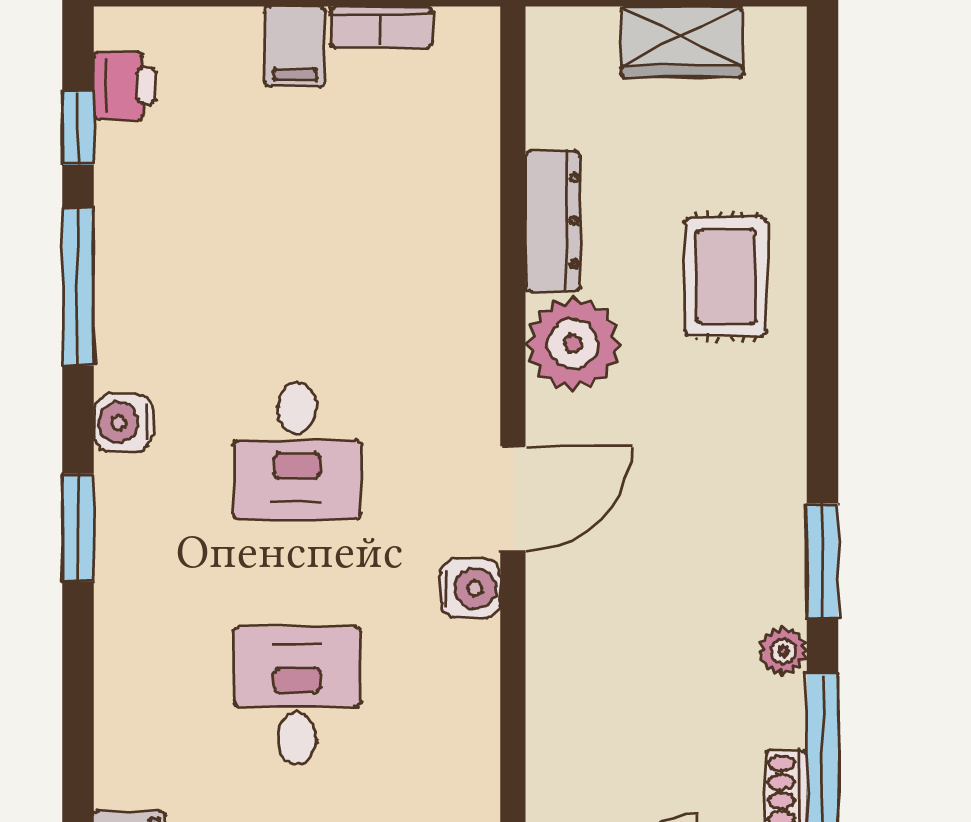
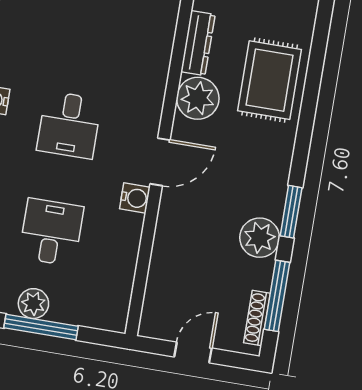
rug: (726, 277) -> (270, 80), width x1.36, depth x1.43
plant: (783, 651) -> (260, 238), width x1.88, depth x1.88

